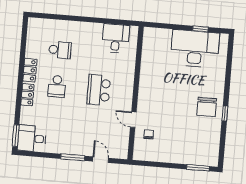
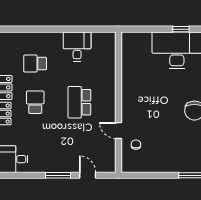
desk: (116, 38) -> (77, 47), moved
school desk: (60, 50) -> (35, 64), turned 180
school desk: (57, 86) -> (35, 102), turned 180

